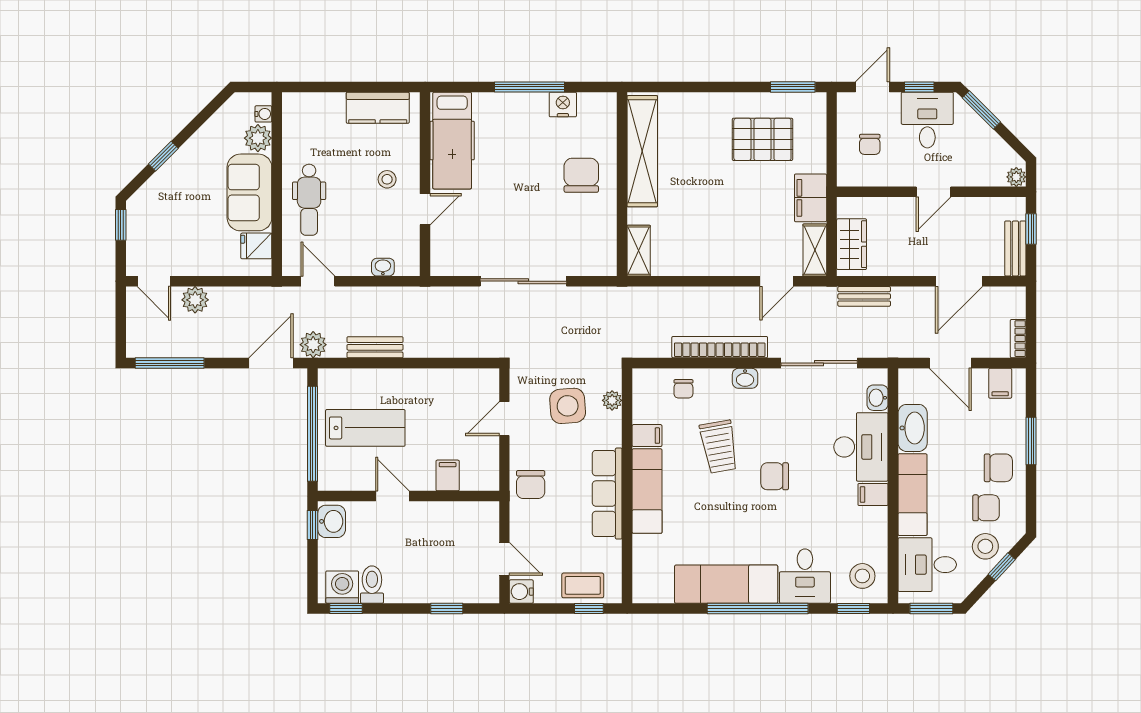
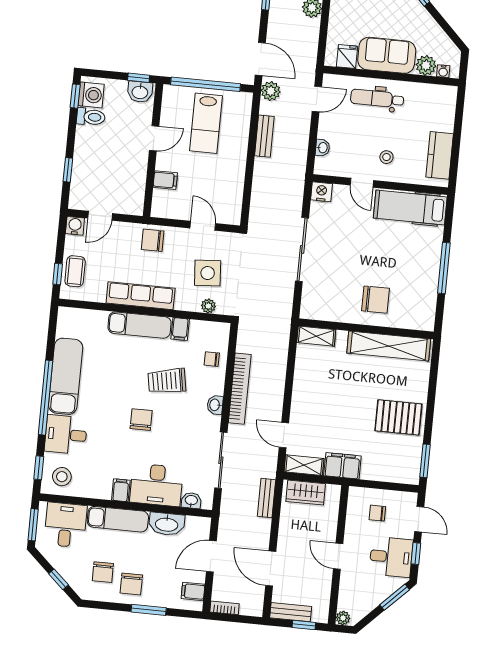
nightstand: (563, 105) -> (321, 192), moved, turned -90
pallet: (762, 139) -> (398, 417), moved, turned 90
stool: (985, 546) -> (75, 569), removed

